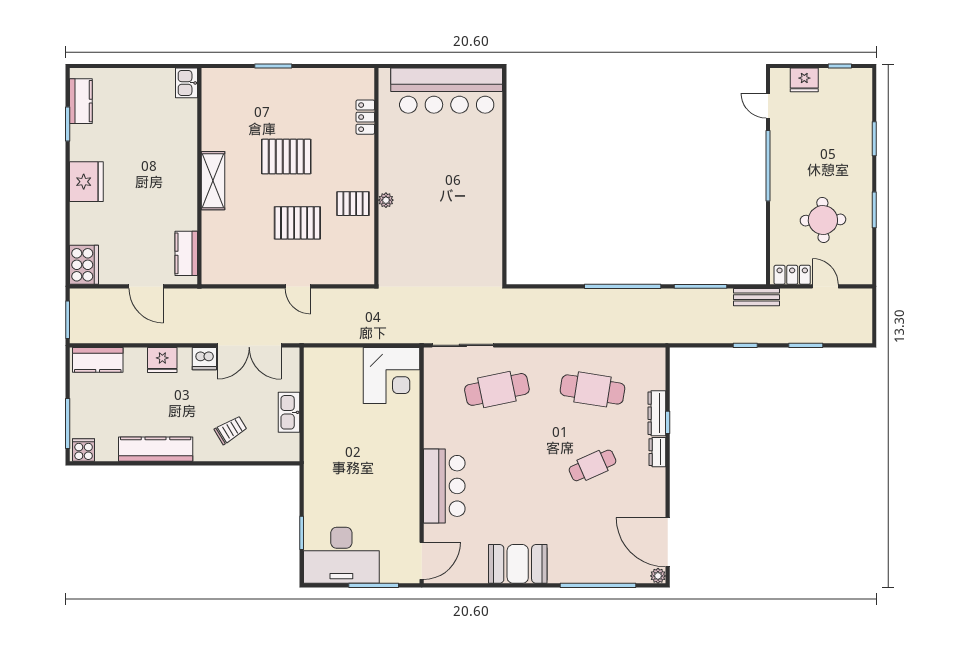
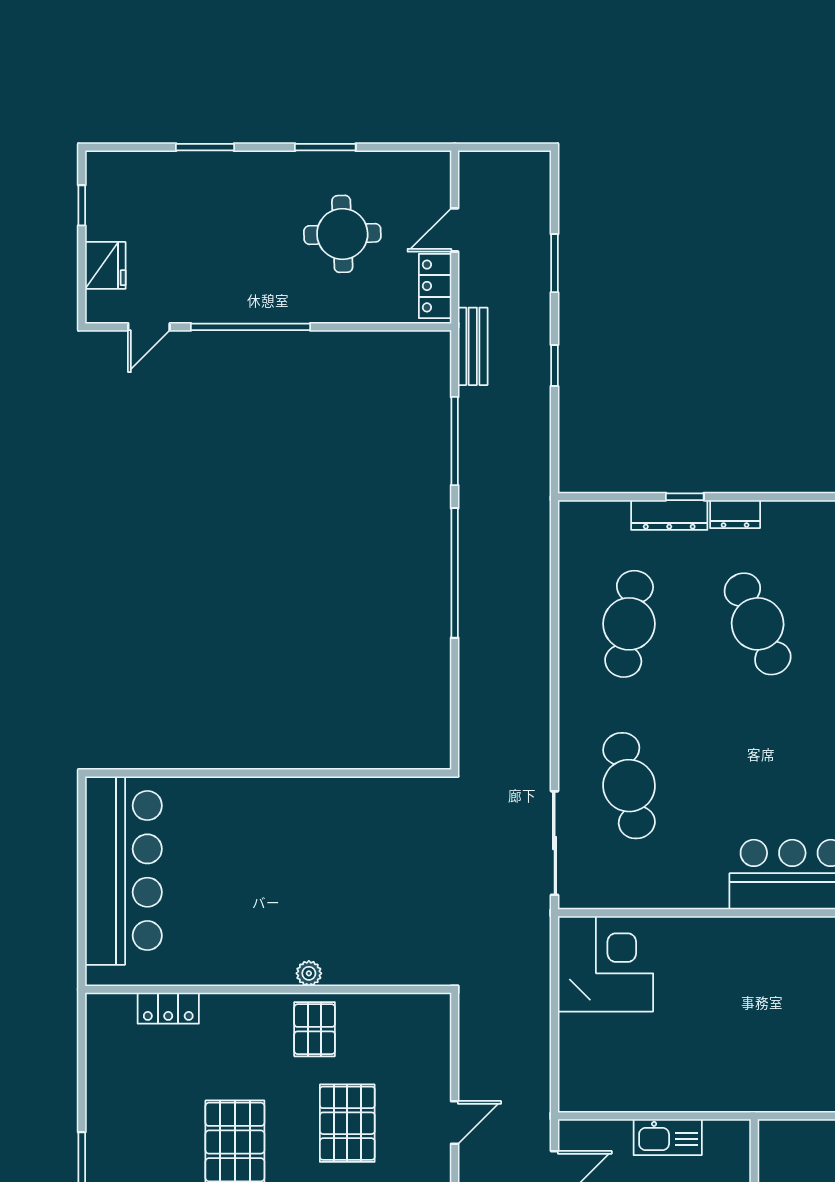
cafe table: (592, 465) -> (758, 624), width x1.37, depth x1.35

